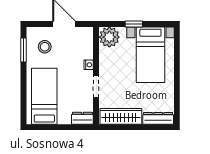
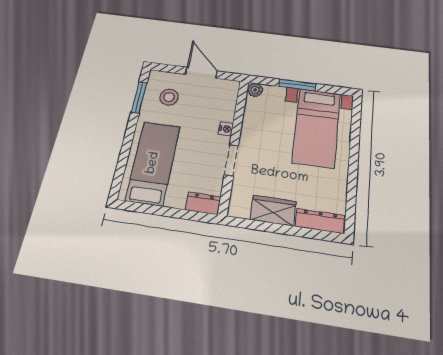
window: (134, 24) -> (297, 85), width x1.50
plant: (109, 37) -> (255, 90), width x0.53, depth x0.53
wardrobe: (121, 116) -> (273, 211), width x0.67

